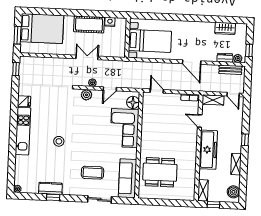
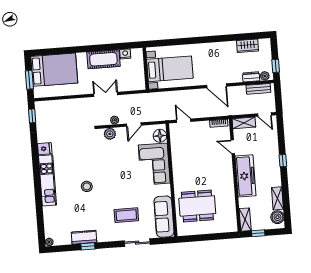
shelving: (236, 164) -> (277, 198), moved

